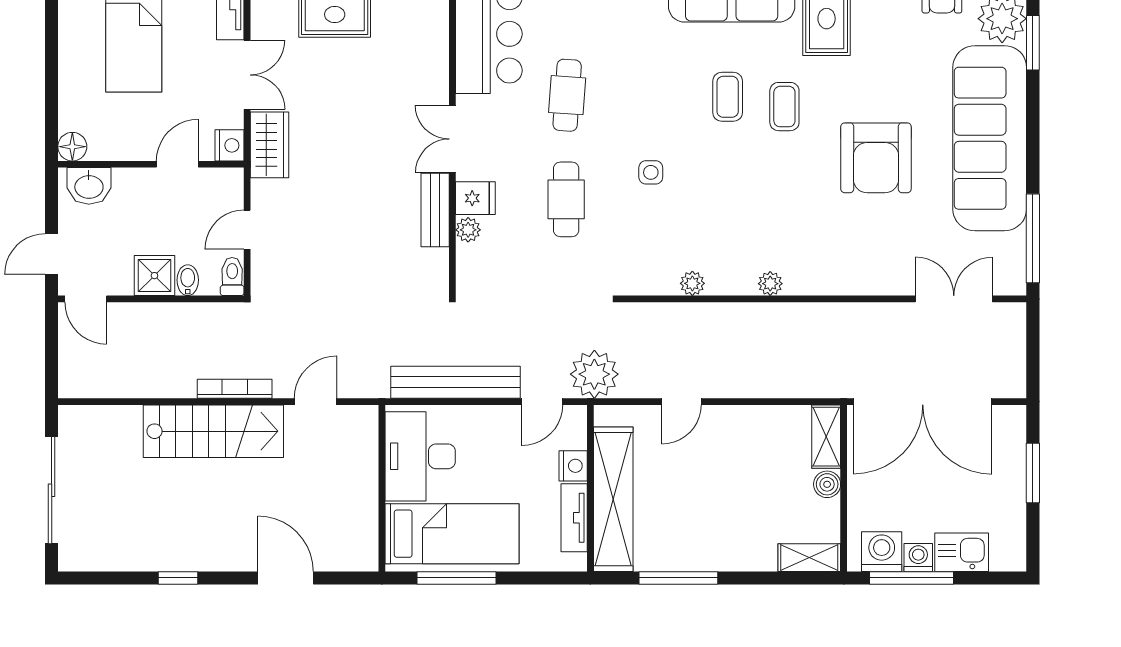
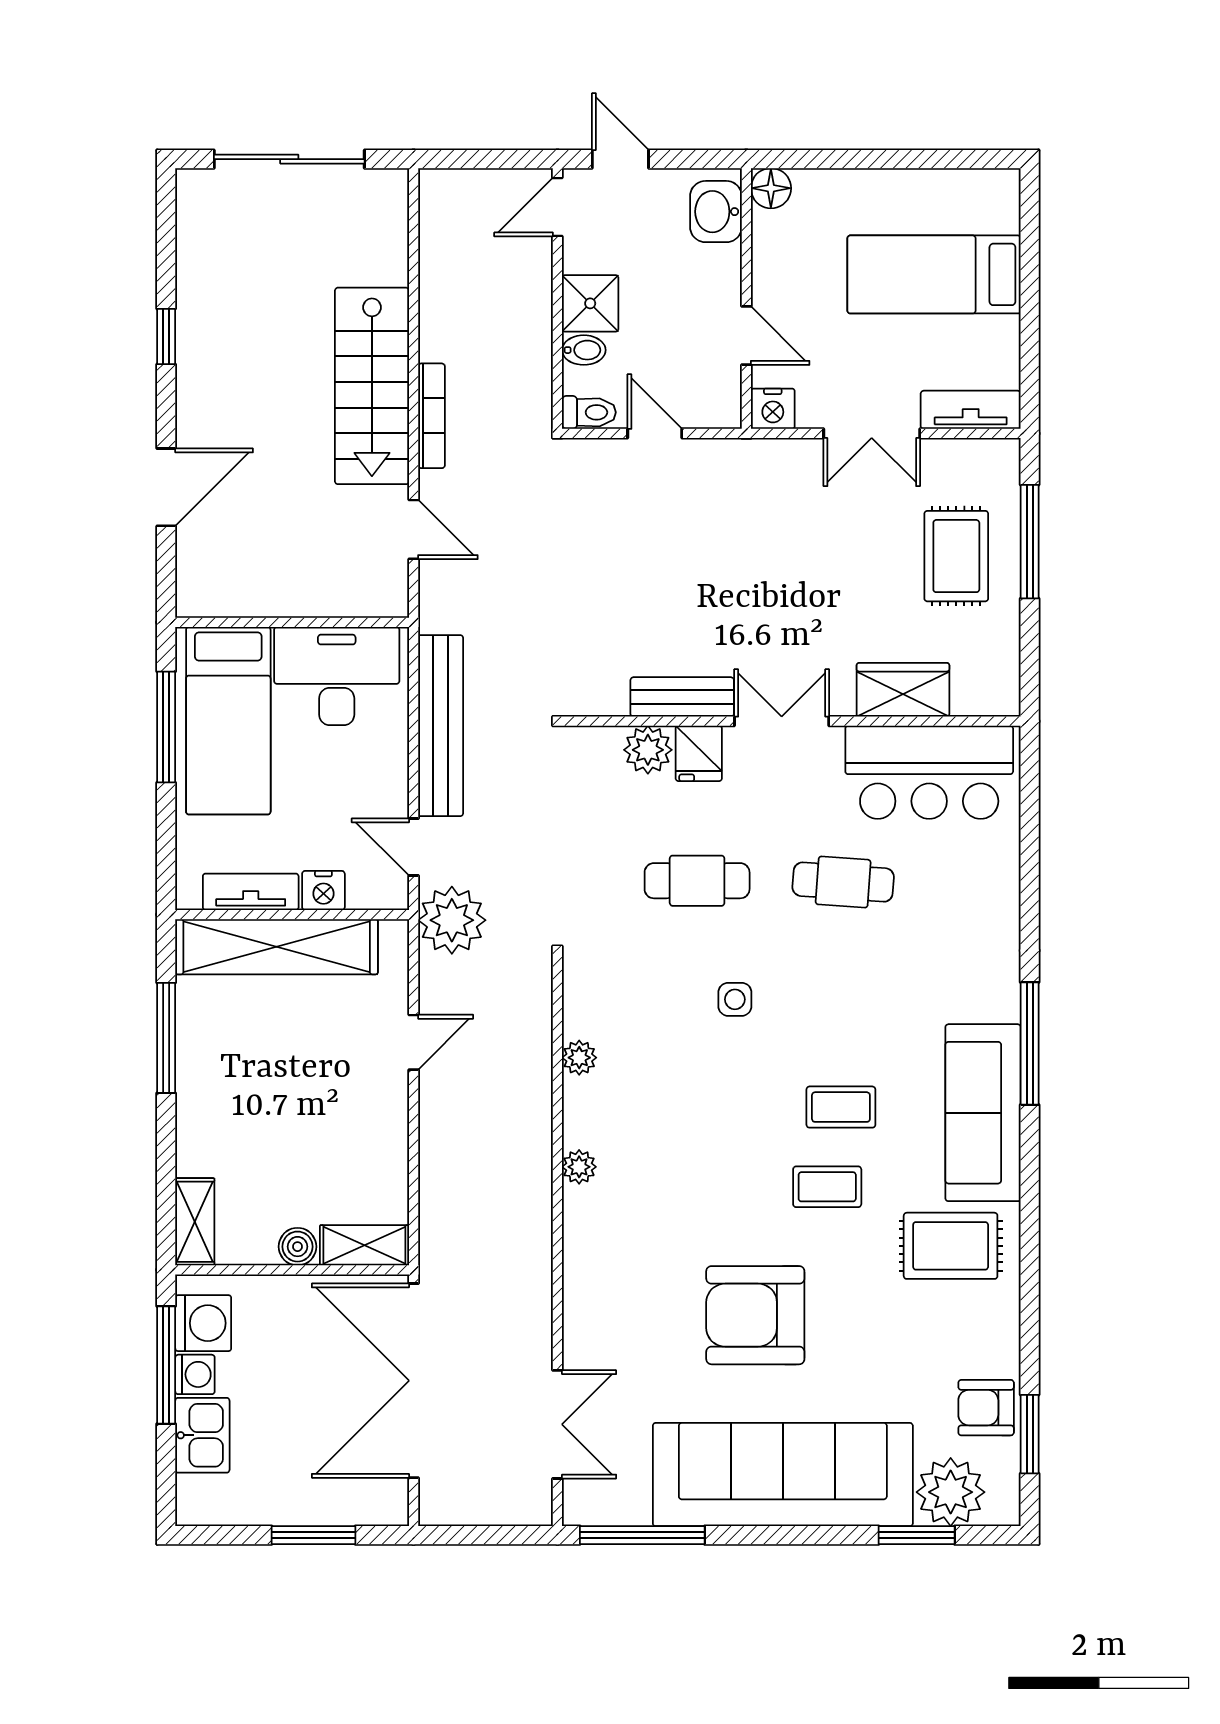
wardrobe: (270, 145) -> (903, 690), moved, turned 180
plant: (468, 230) -> (648, 750), width x1.38, depth x1.38
door: (681, 402) -> (414, 1042), swing flipped

